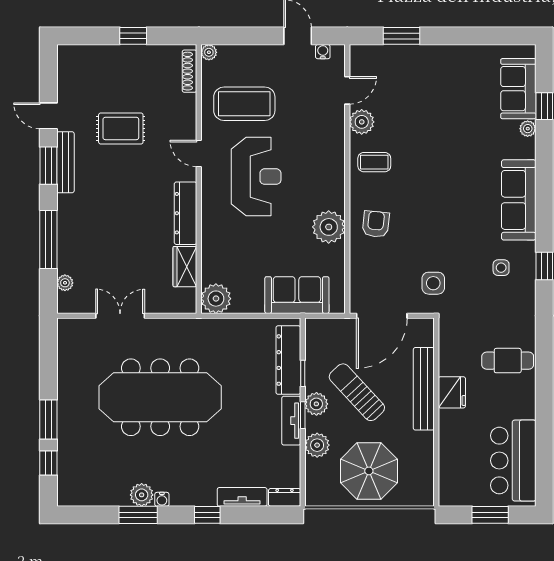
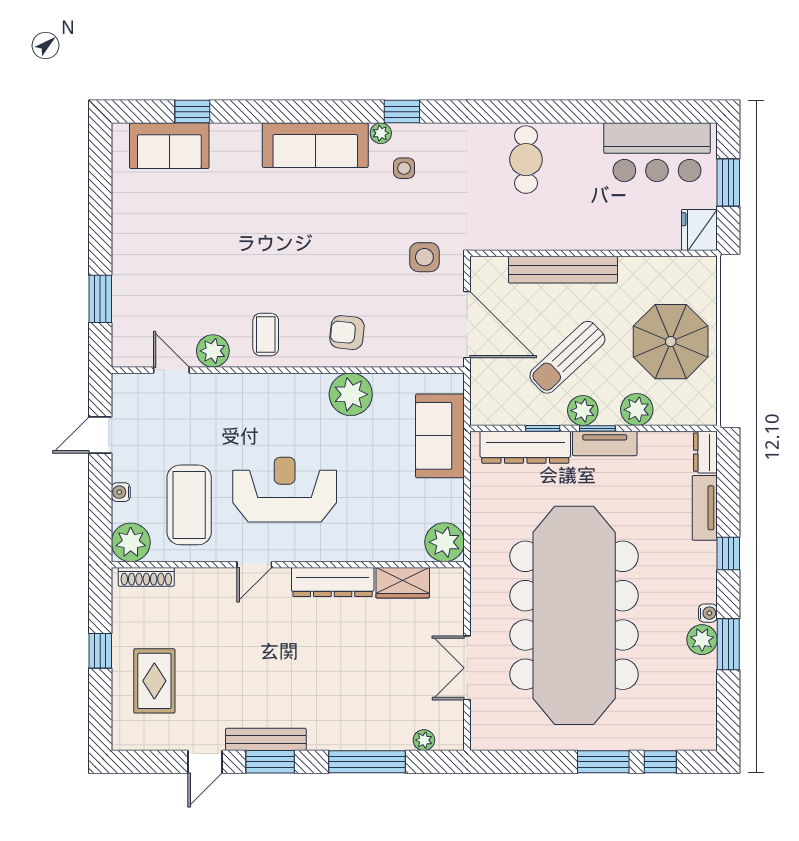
plant: (209, 52) -> (131, 542), width x1.88, depth x1.88
water cooler: (323, 52) -> (121, 492), moved
rug: (121, 128) -> (154, 681), moved
plant: (528, 129) -> (381, 133), moved
fridge: (452, 392) -> (699, 230), moved, turned -90
meeting table: (160, 397) -> (574, 615), width x1.36, depth x1.27

